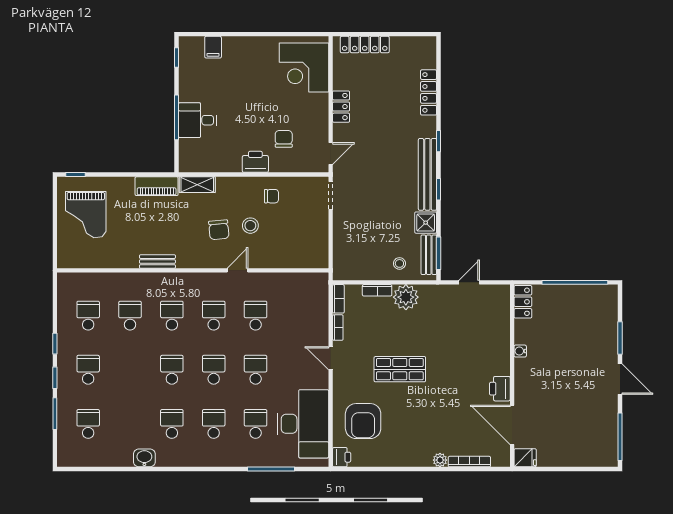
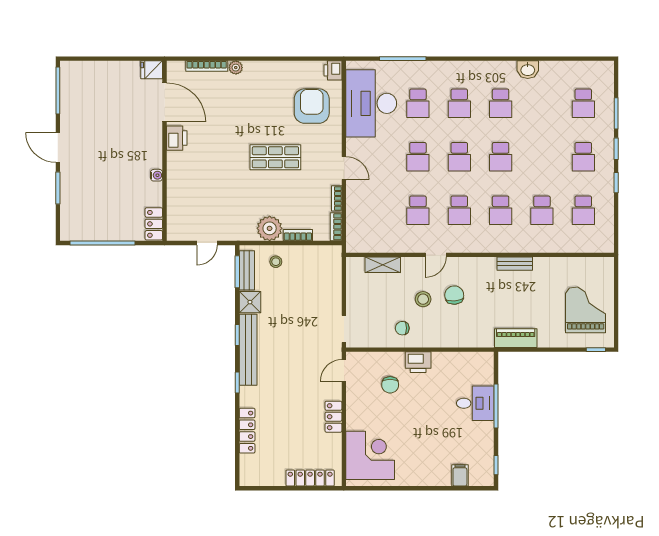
shelving: (197, 185) -> (383, 265), moved

